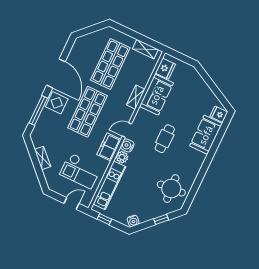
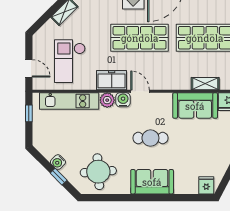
shelving: (136, 97) -> (205, 84), moved
sofa: (206, 135) -> (152, 182), moved
water cooler: (133, 221) -> (58, 162), moved

